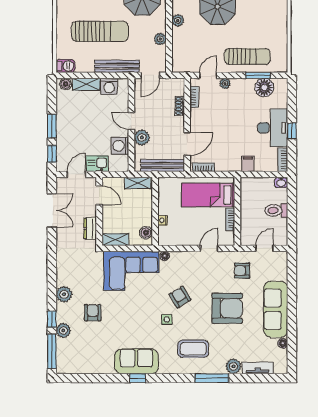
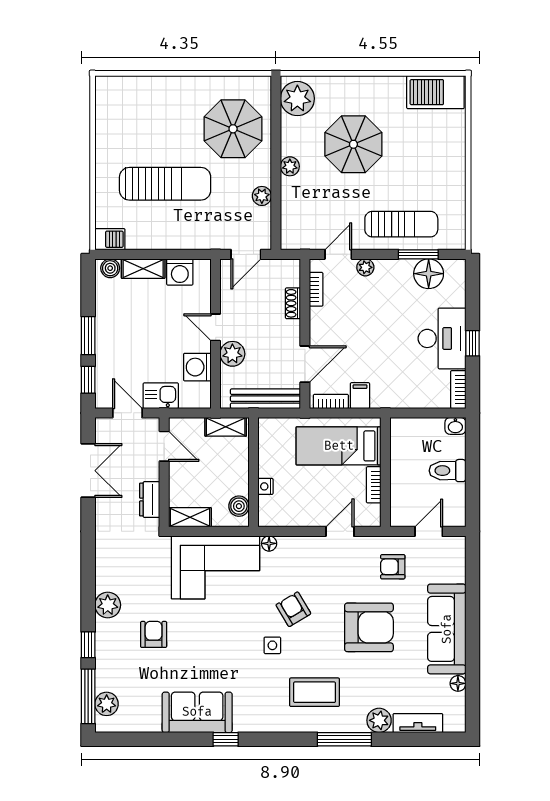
bench: (117, 66) -> (192, 240), removed
filing cabinet: (248, 164) -> (360, 396), moved
door: (76, 174) -> (127, 413), hinge flipped
plant: (63, 330) -> (107, 704), moved
sofa: (136, 361) -> (197, 712), moved

